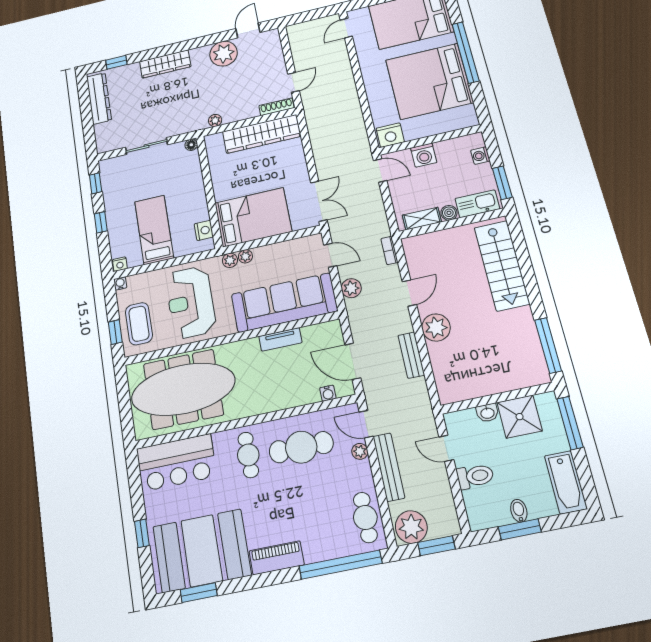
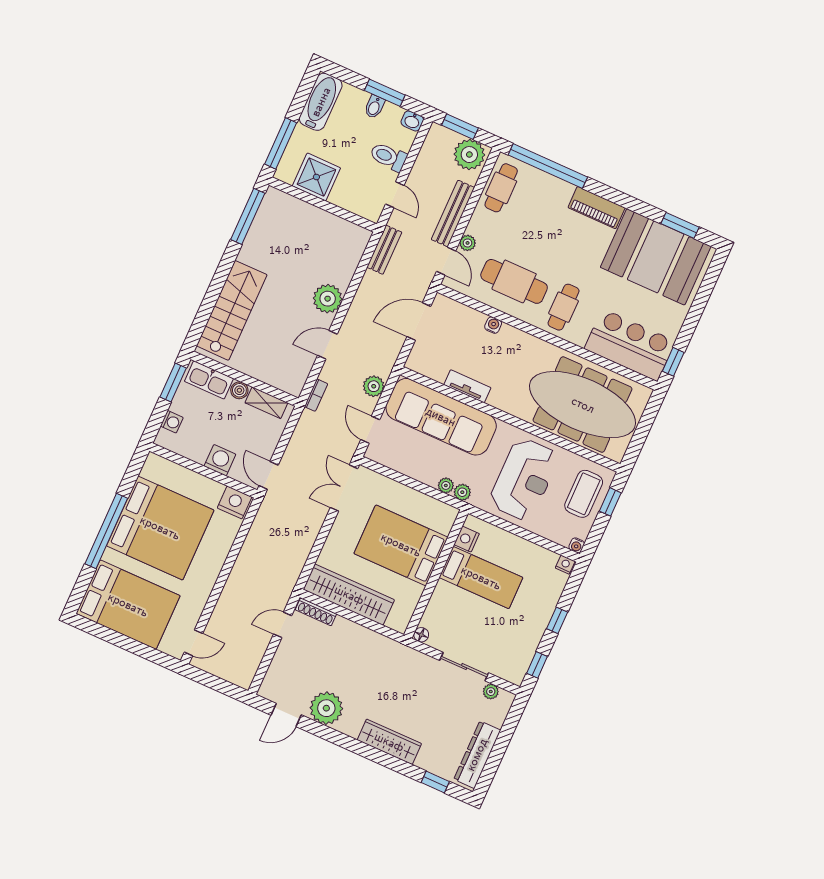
plant: (215, 120) -> (491, 692), moved
bed: (253, 217) -> (401, 545), moved
bed: (154, 230) -> (481, 578), moved, turned -90
bench: (411, 355) -> (384, 250), moved
door: (353, 361) -> (419, 321), swing flipped
water cooler: (328, 393) -> (493, 325), moved
washbasin: (487, 413) -> (412, 121), moved, turned 180
window: (142, 533) -> (673, 362), moved

